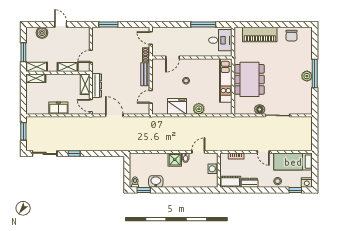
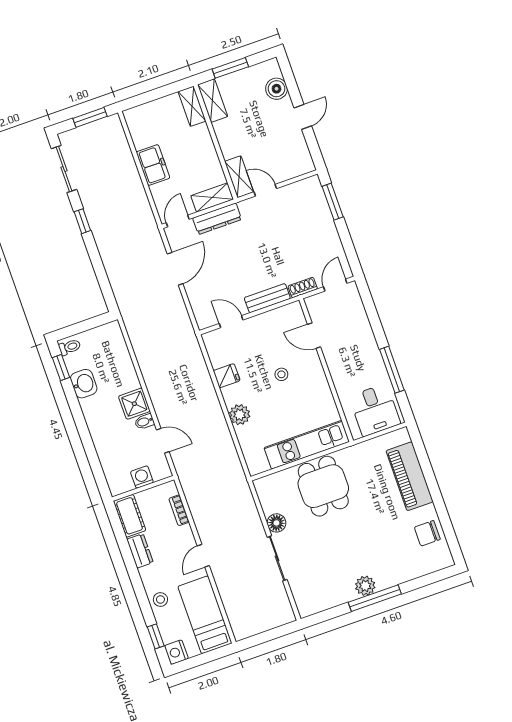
shelving: (68, 67) -> (239, 177), moved
dining table: (250, 79) -> (323, 486), width x0.73
fridge: (177, 106) -> (227, 376), width x0.53, depth x0.75

